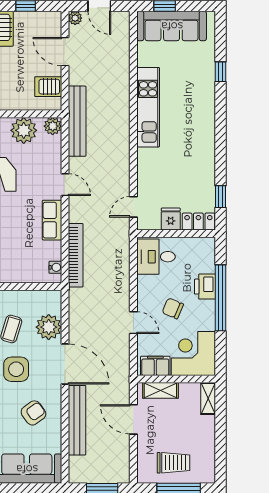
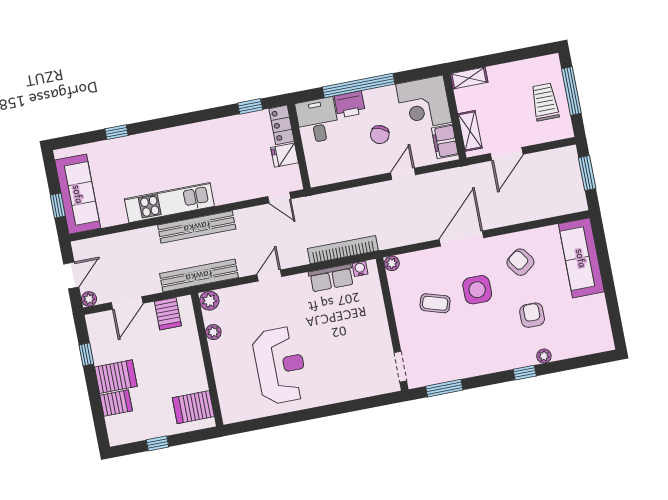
plant: (24, 130) -> (213, 332), width x0.53, depth x0.53
row of seats: (52, 220) -> (331, 278), moved
desk: (156, 257) -> (318, 120), moved, turned 180
plant: (49, 327) -> (392, 263), moved, width x0.53, depth x0.53
bench: (77, 420) -> (197, 227), moved

